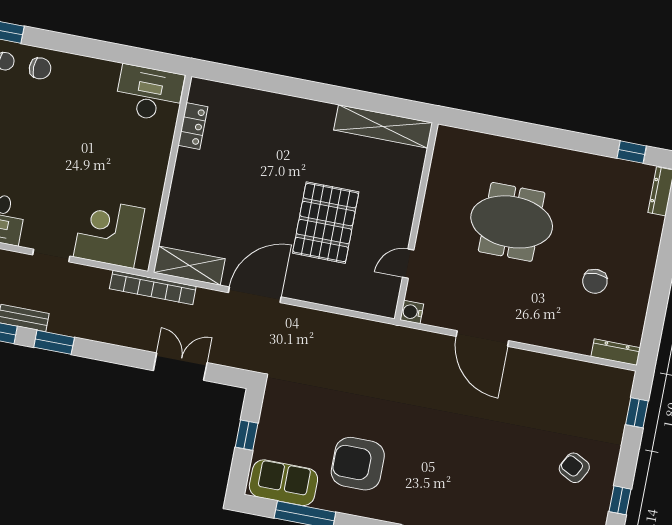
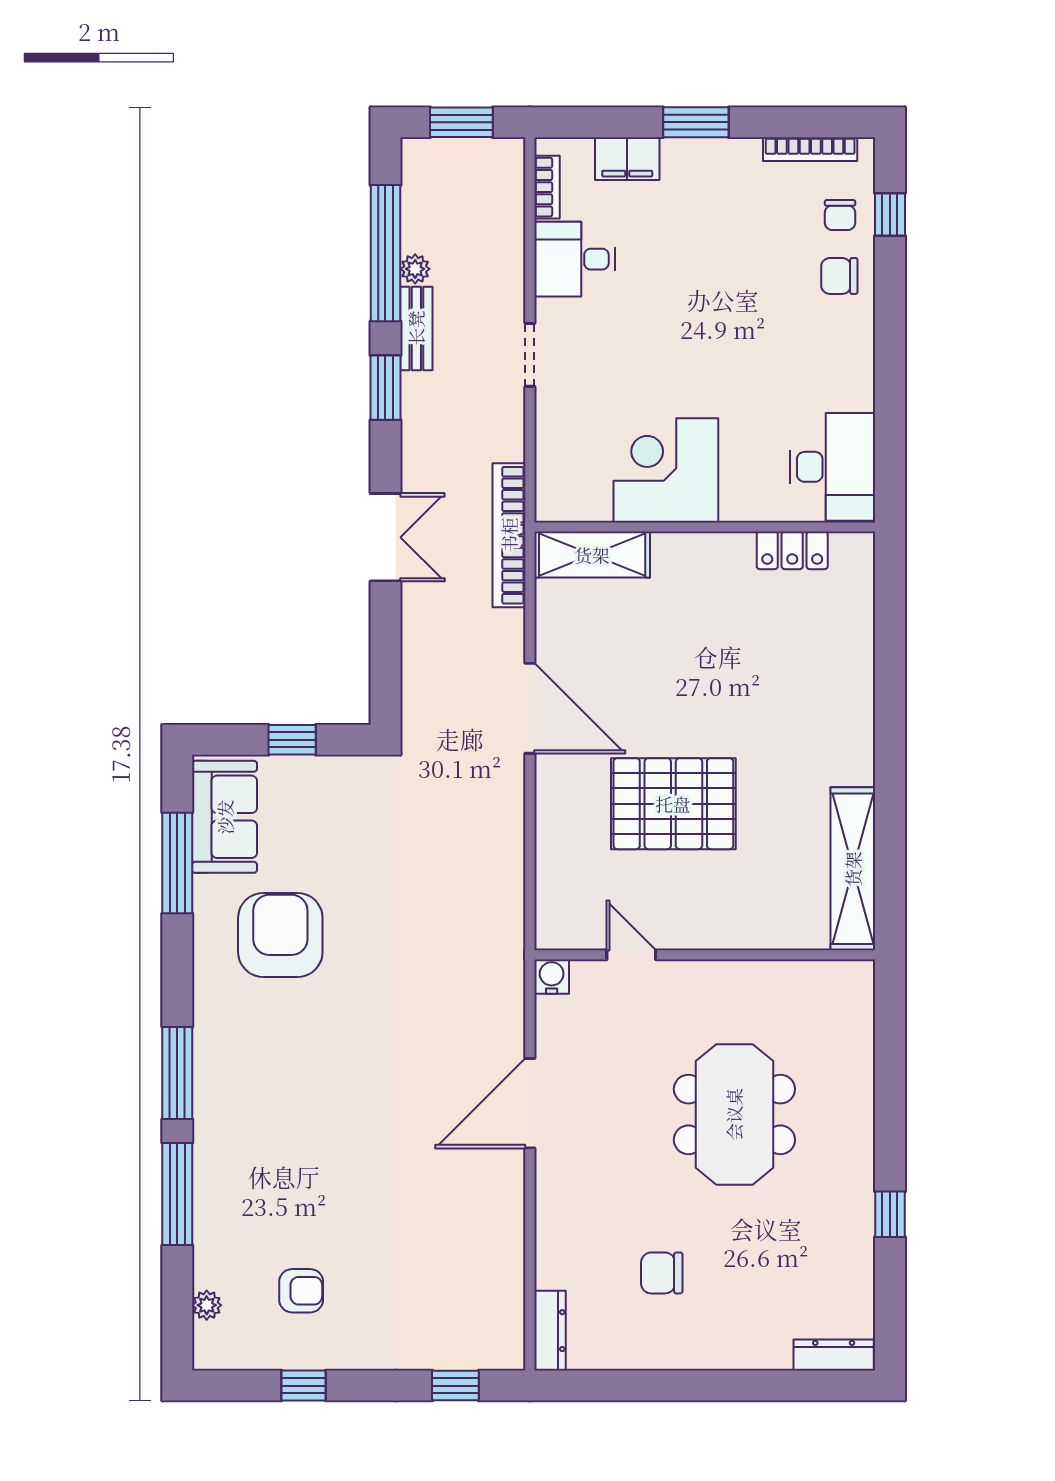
chair: (40, 68) -> (839, 276), turned 90
window: (632, 152) -> (890, 1214), moved
corner desk: (109, 233) -> (666, 470), moved, turned -90
shelving: (189, 266) -> (592, 555), moved, turned 90
double door: (180, 367) -> (385, 537), moved
armchair: (574, 468) -> (301, 1291), moved, turned 62

